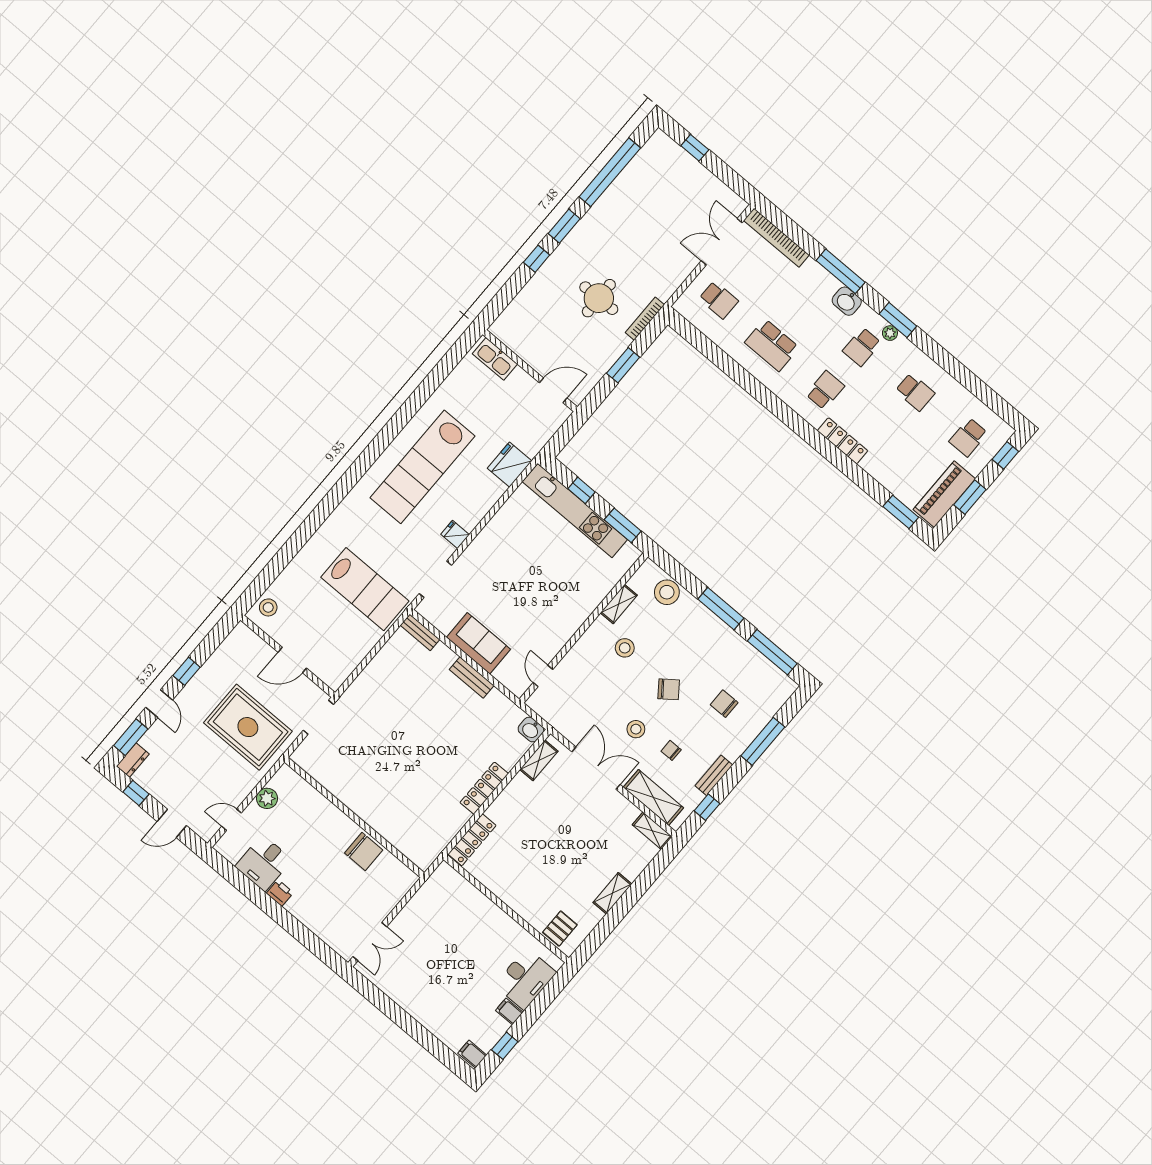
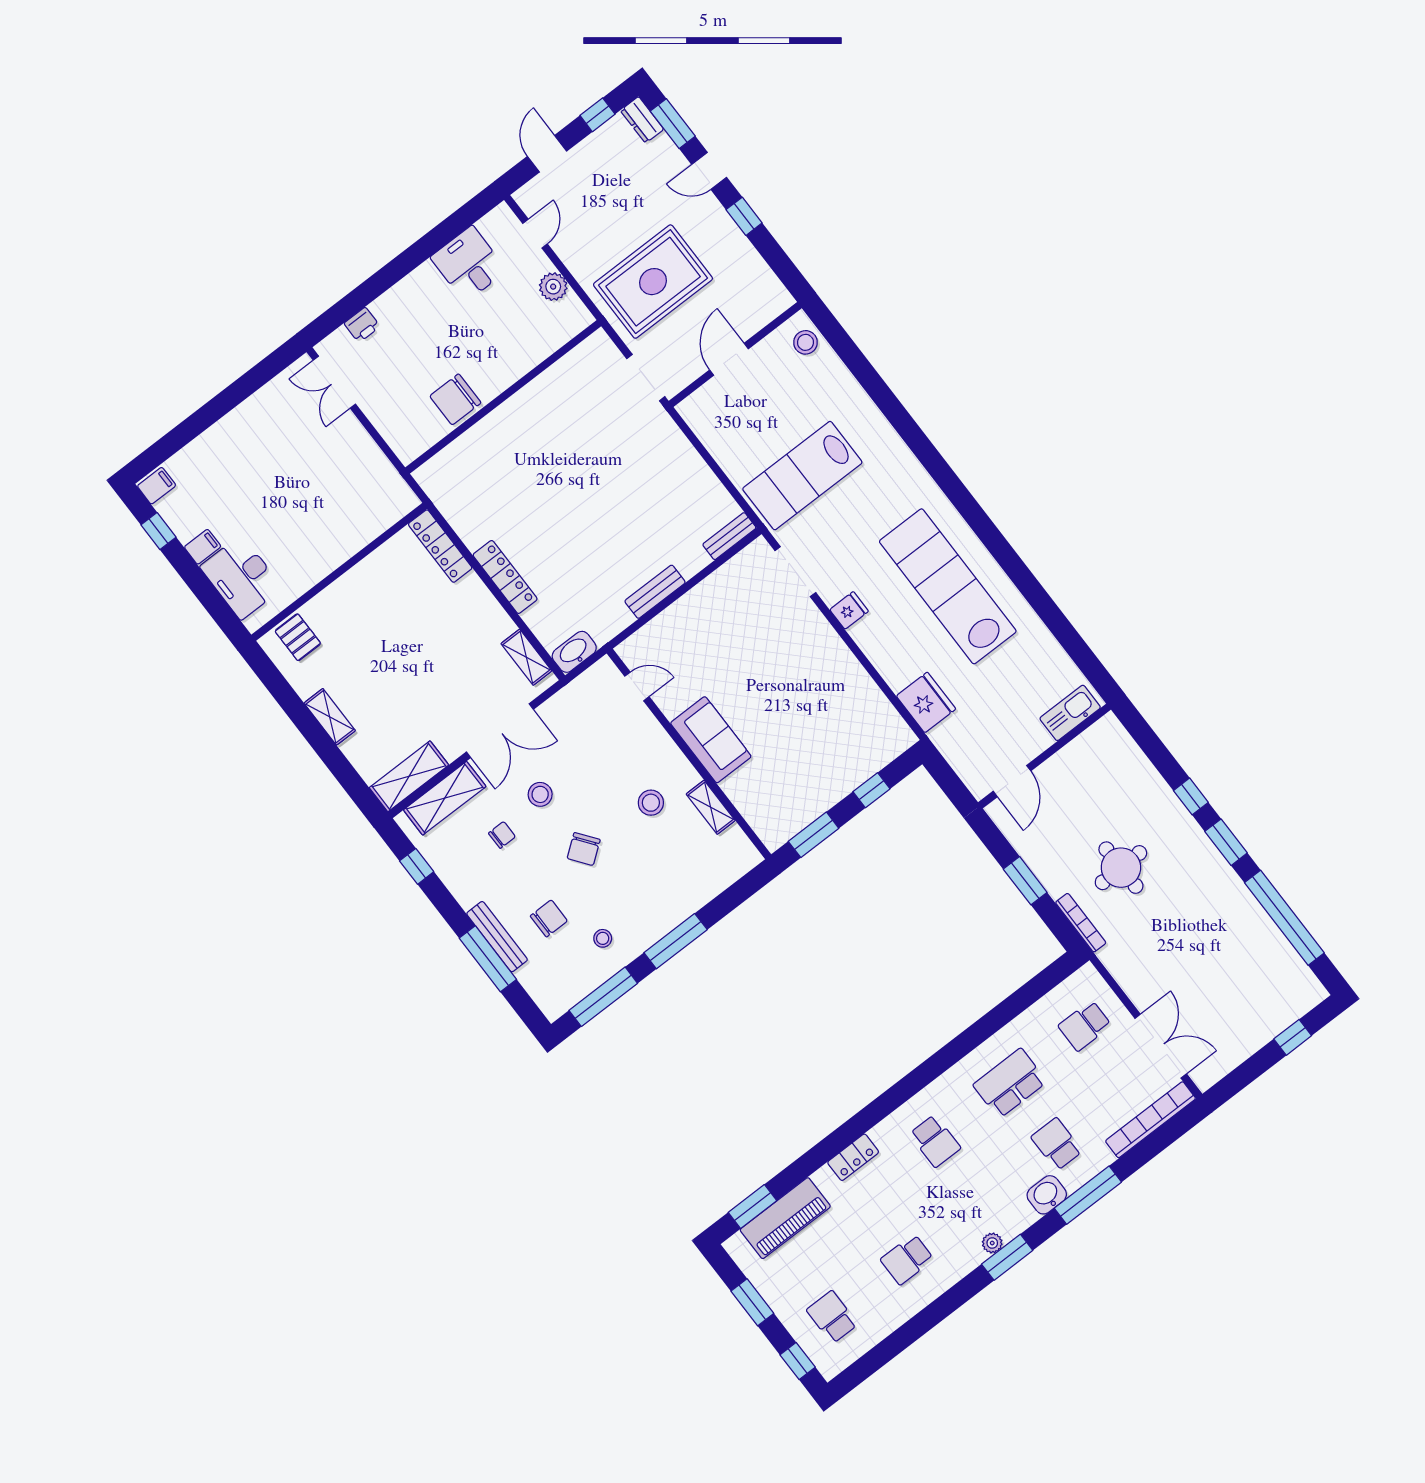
school desk: (862, 347) -> (1057, 1144), moved
locker: (843, 441) -> (853, 1157), width x0.66
piano: (944, 494) -> (785, 1218), moved, turned 90
kitchen unit: (575, 511) -> (847, 776), removed
stool: (667, 592) -> (603, 938), moved, width x0.53, depth x0.53
sofa: (479, 643) -> (711, 740), moved, turned -90
washbasin: (531, 729) -> (574, 652), width x1.38
bench: (714, 775) -> (497, 937), moved, width x1.36
shelving: (652, 831) -> (409, 776), width x1.50, depth x1.33
printer: (280, 893) -> (362, 325), moved

